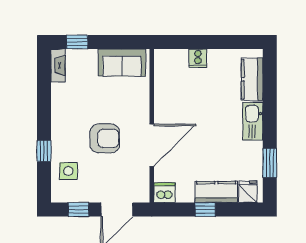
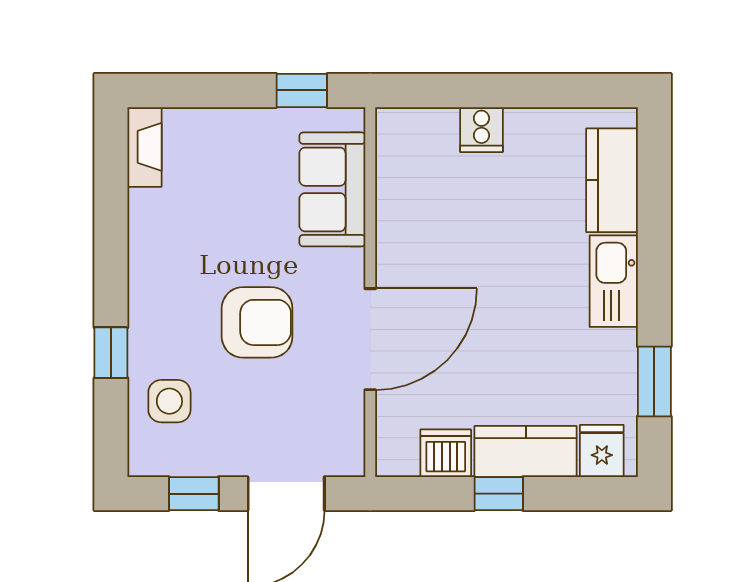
window: (77, 42) -> (302, 90), moved
sofa: (122, 63) -> (332, 189), moved, turned 90
dishwasher: (165, 193) -> (446, 453), moved

